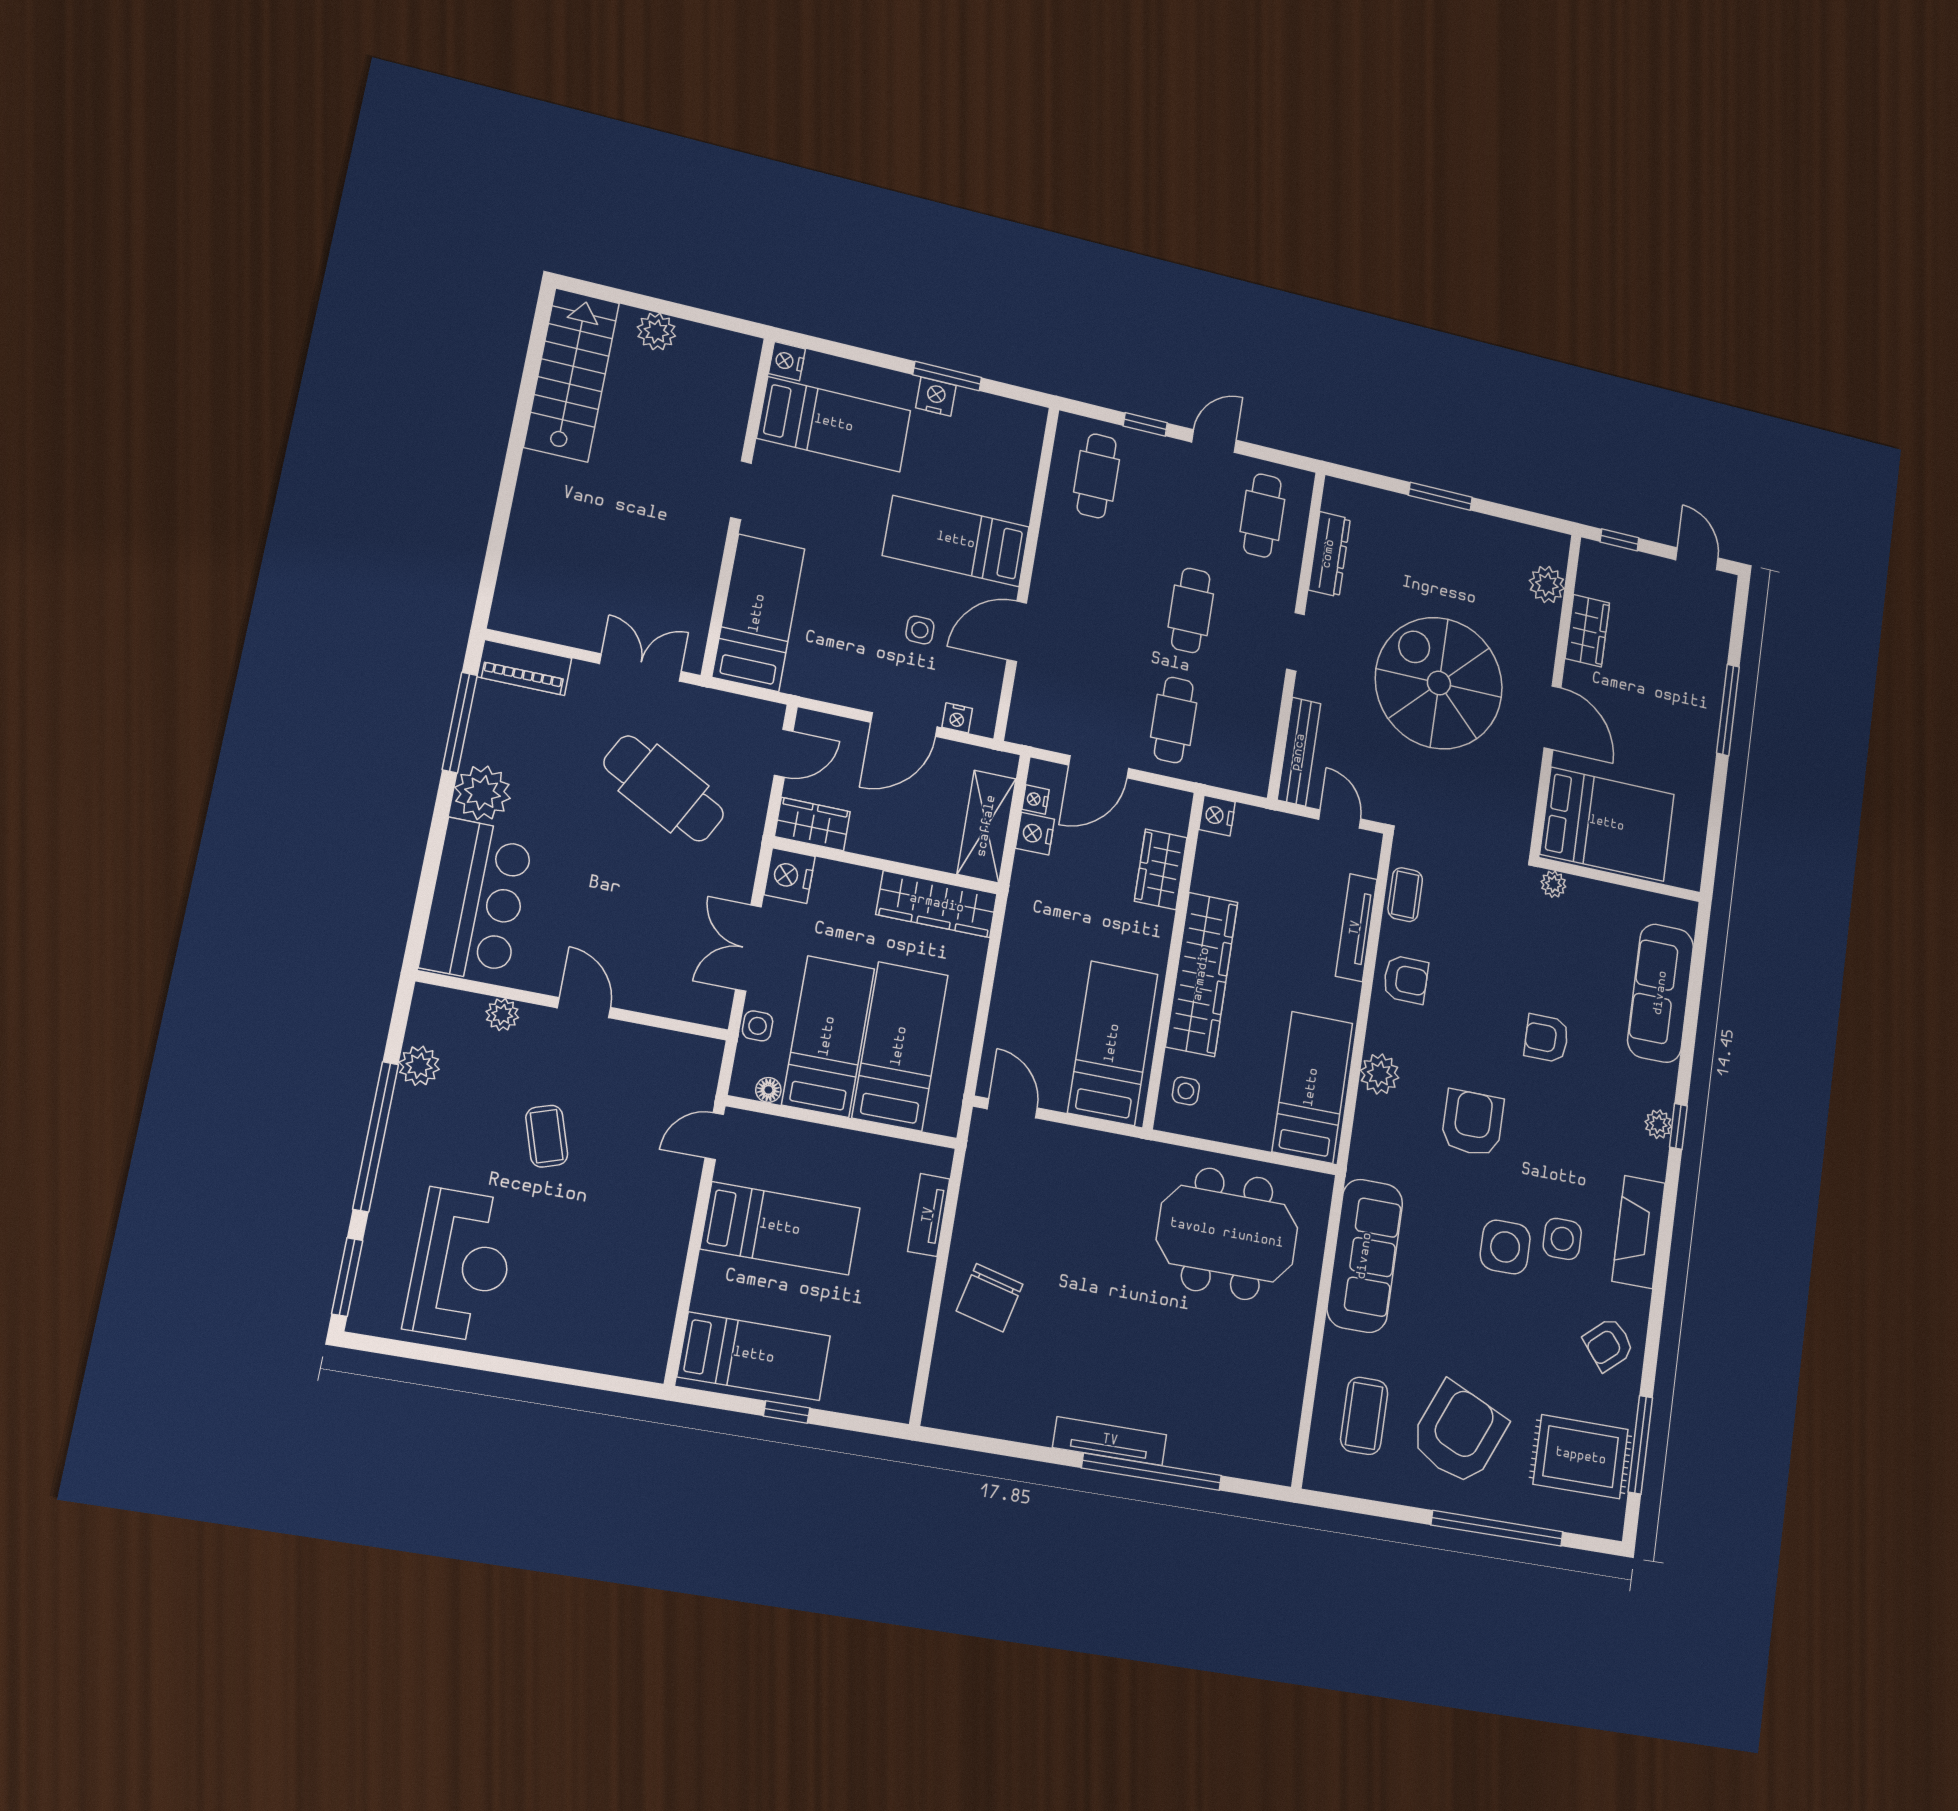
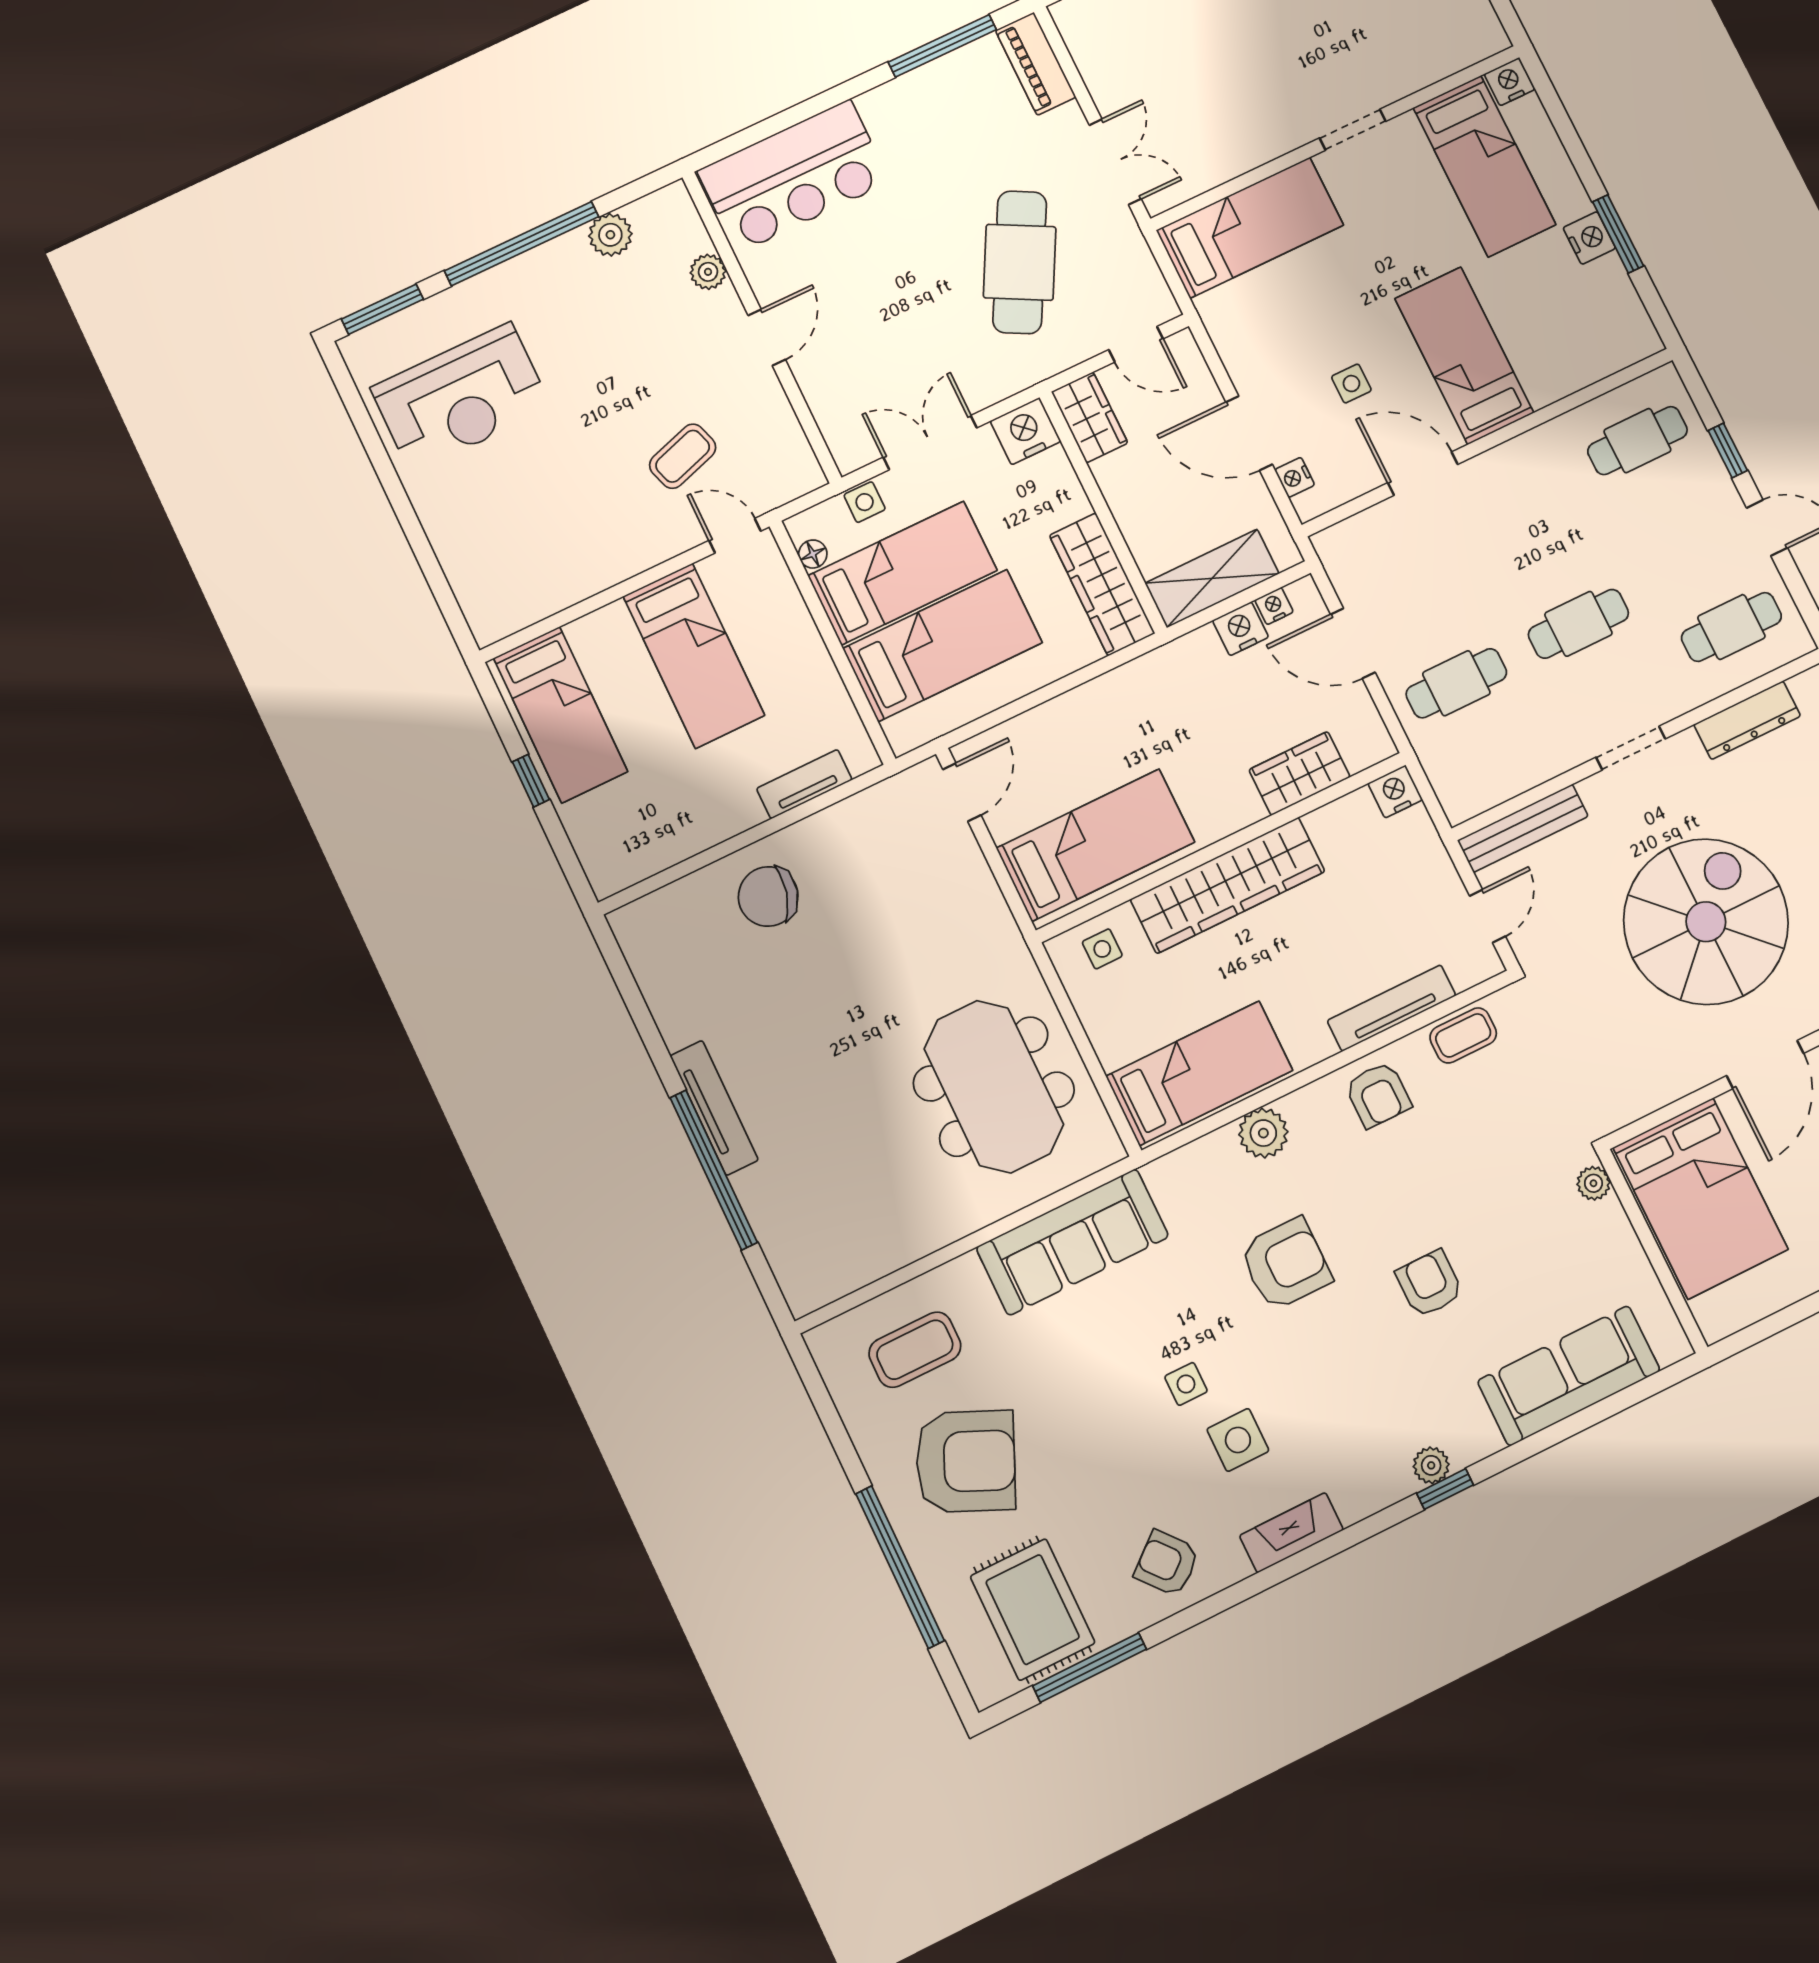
plant: (483, 793) -> (894, 111), removed
coffee table: (547, 1136) -> (683, 456), moved
fireplace: (1639, 1232) -> (1291, 1533), width x0.73, depth x0.76
side table: (1505, 1247) -> (1186, 1384), width x0.54, depth x0.54

